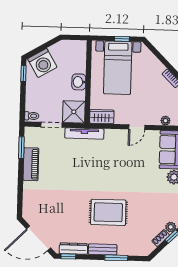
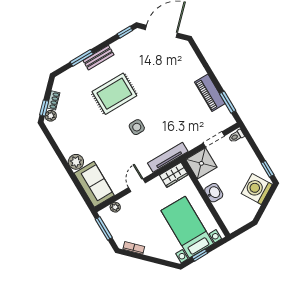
tv unit: (84, 133) -> (168, 157), moved
side table: (107, 174) -> (137, 127), added
dresser: (73, 249) -> (125, 42), removed

